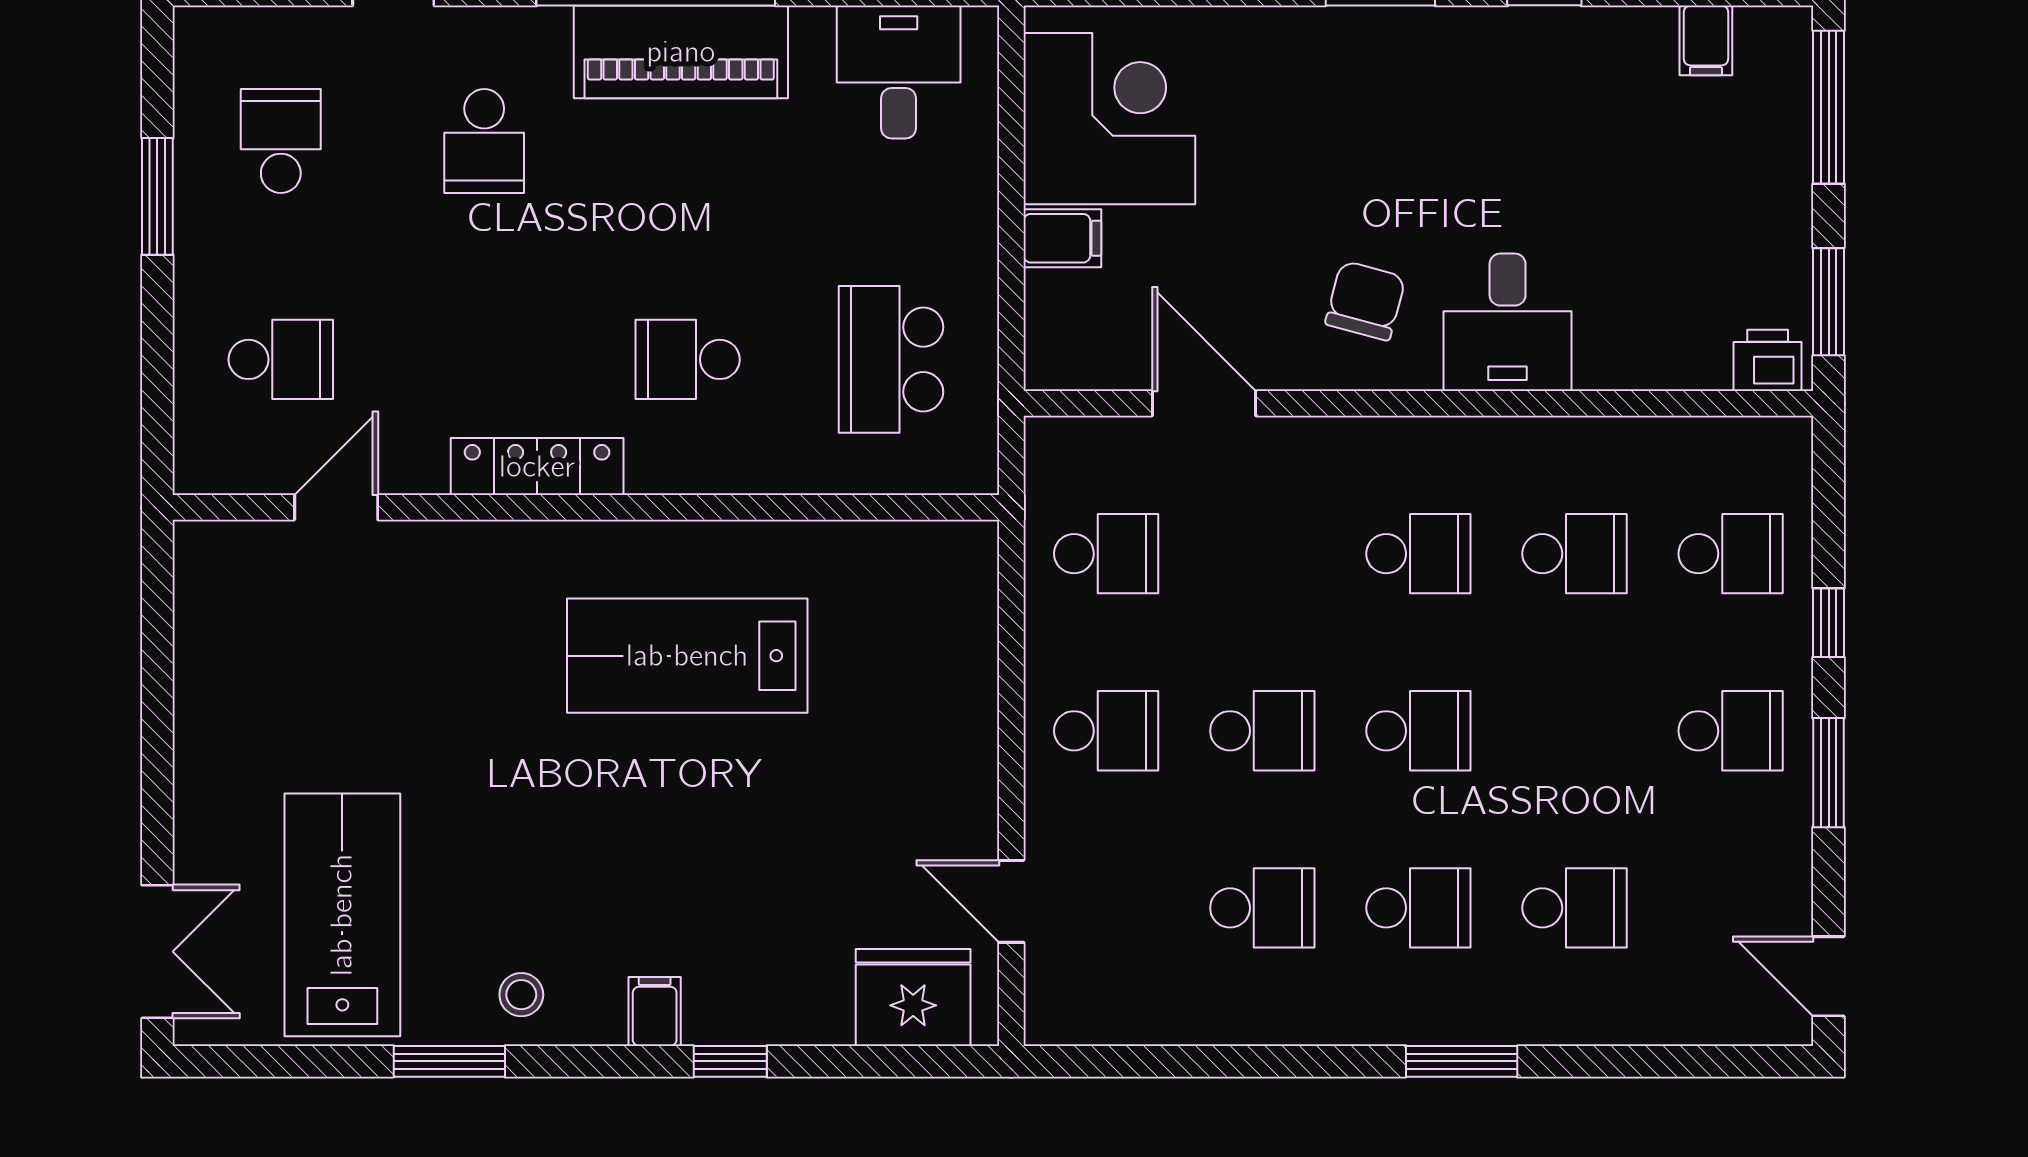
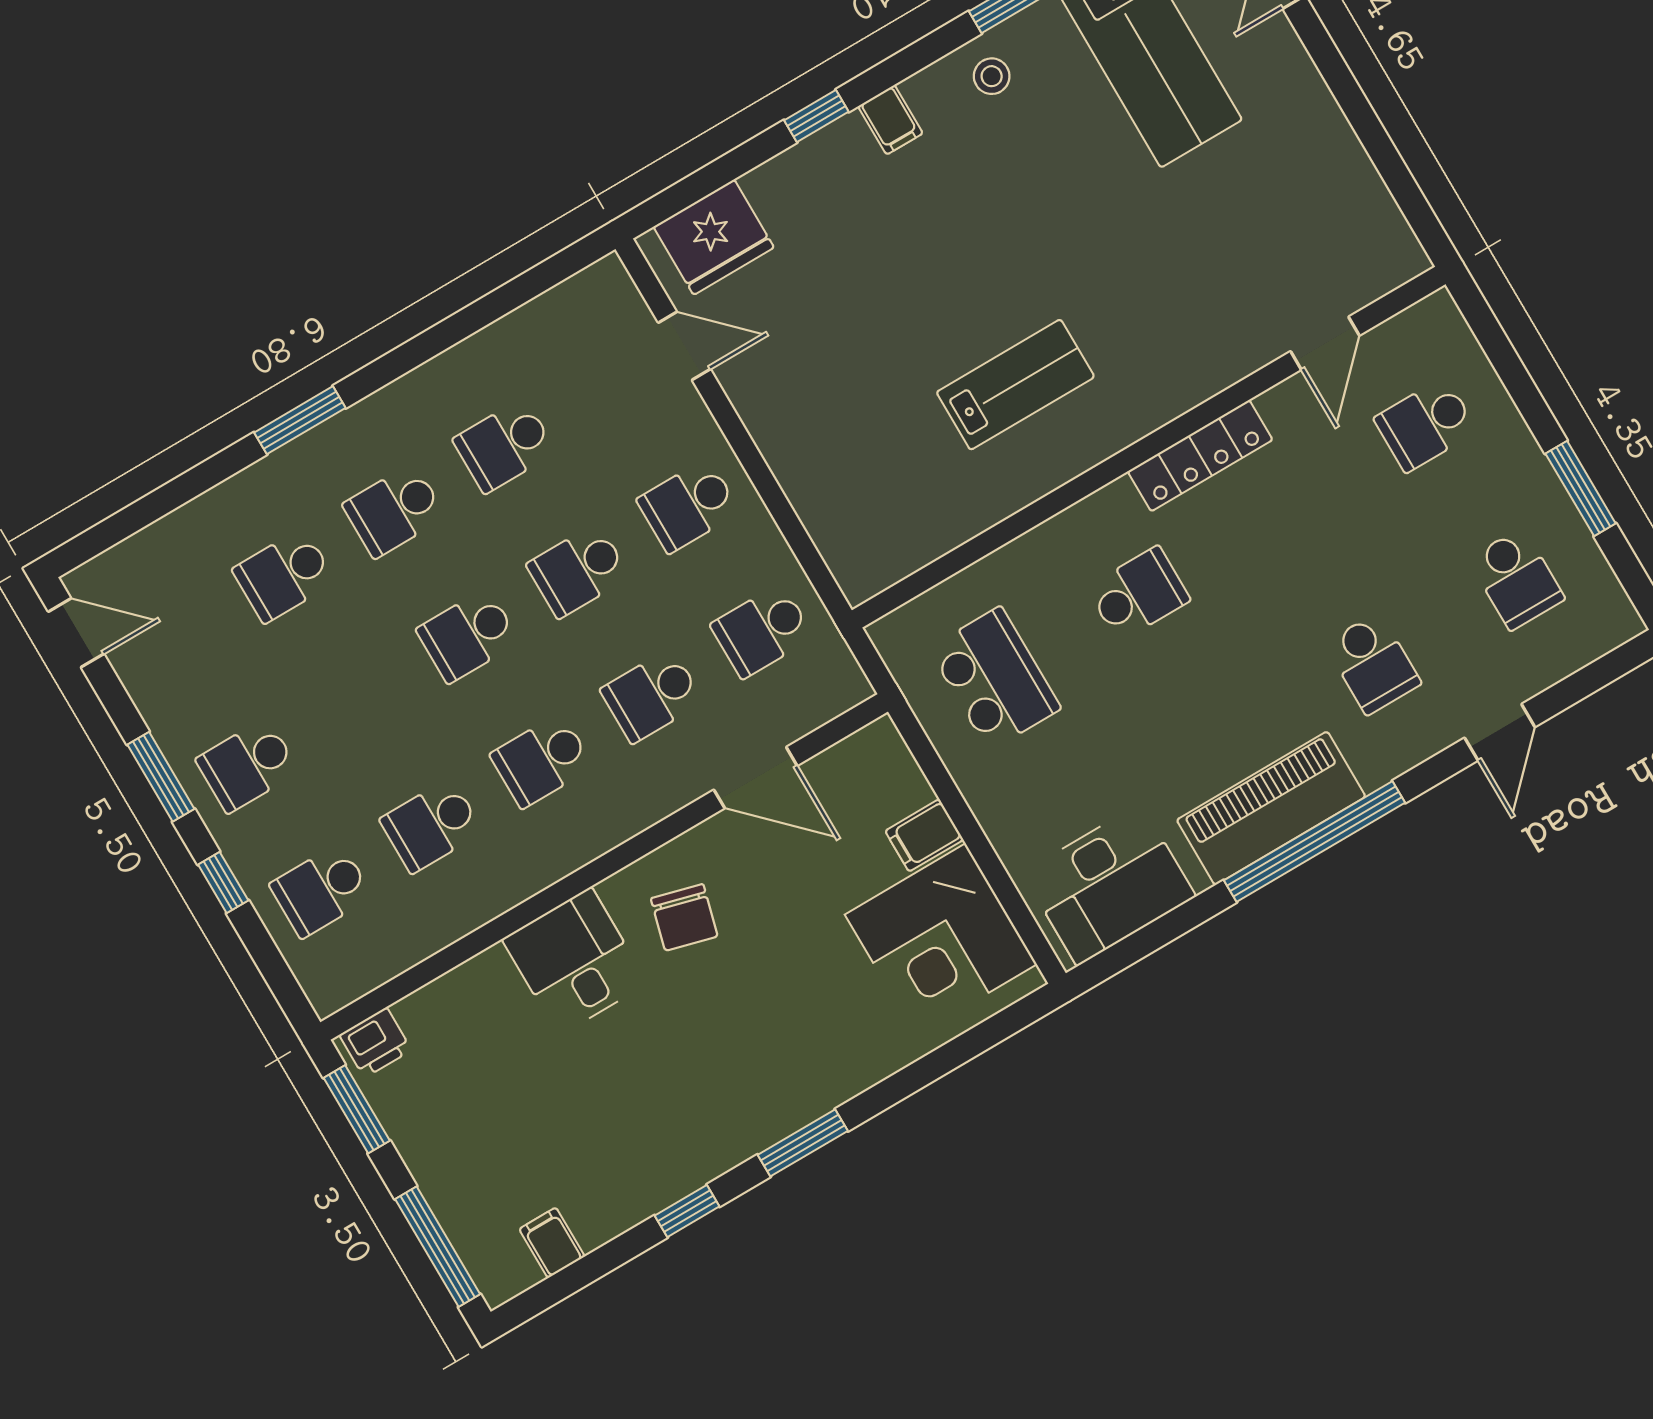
desk: (899, 72) -> (1109, 885), width x1.37
school desk: (484, 141) -> (1373, 663), turned 180
school desk: (1262, 554) -> (652, 696), added
lab bench: (687, 656) -> (1015, 385), width x0.73, depth x0.72

